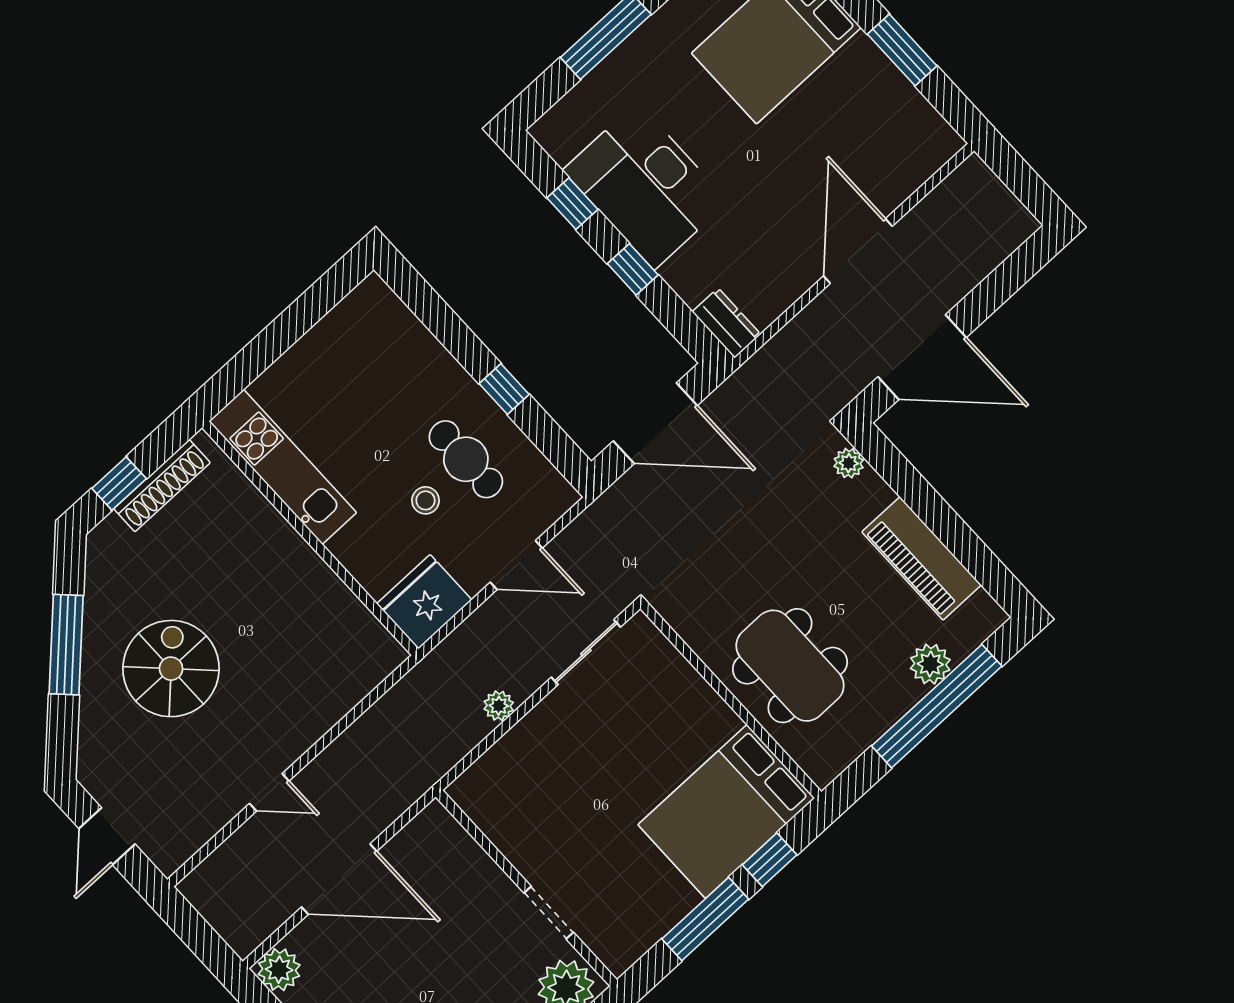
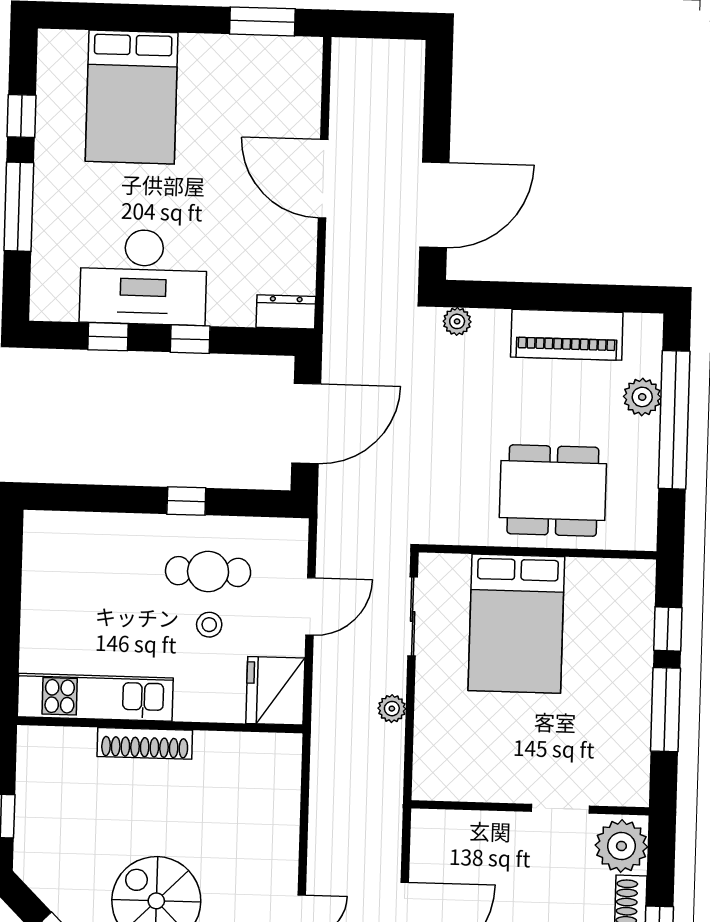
window: (902, 50) -> (262, 21), moved
shoe rack: (162, 486) -> (145, 743), moved, turned 90
bed: (726, 811) -> (516, 624), moved

